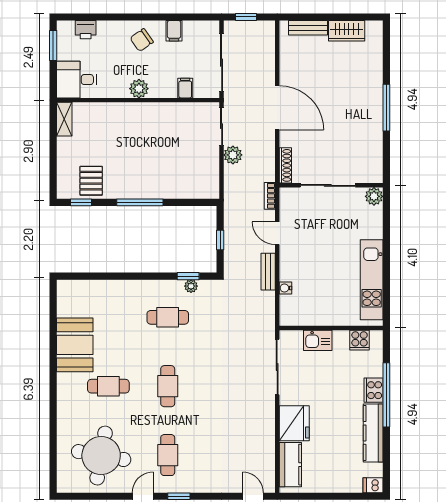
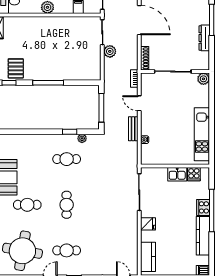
dresser: (375, 135) -> (204, 38), added
window: (220, 240) -> (101, 108), width x2.17
window: (188, 276) -> (70, 132), moved
kitchen sink: (318, 340) -> (177, 174), moved
fridge: (294, 423) -> (148, 224), width x0.53, depth x0.75
cafe table: (168, 455) -> (67, 250), turned 90

